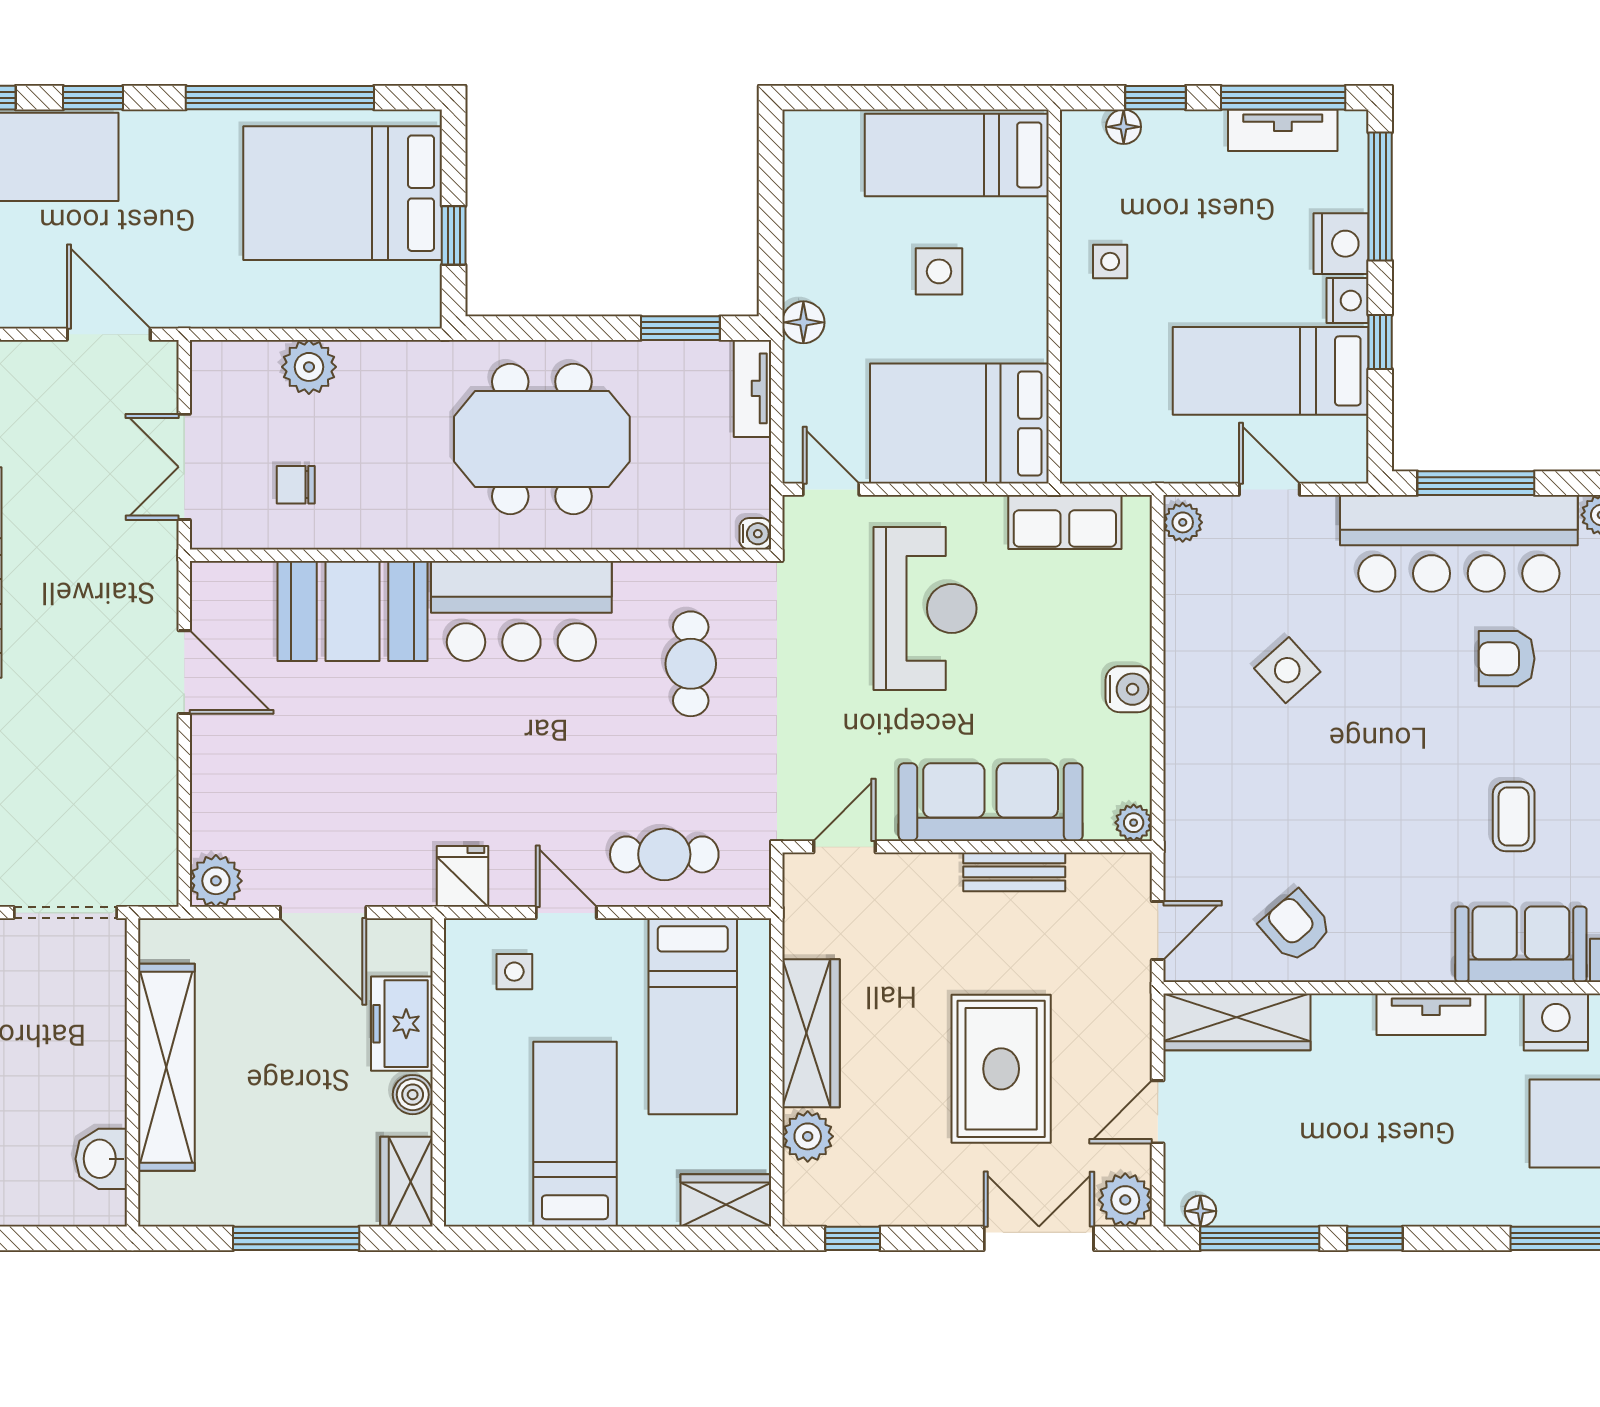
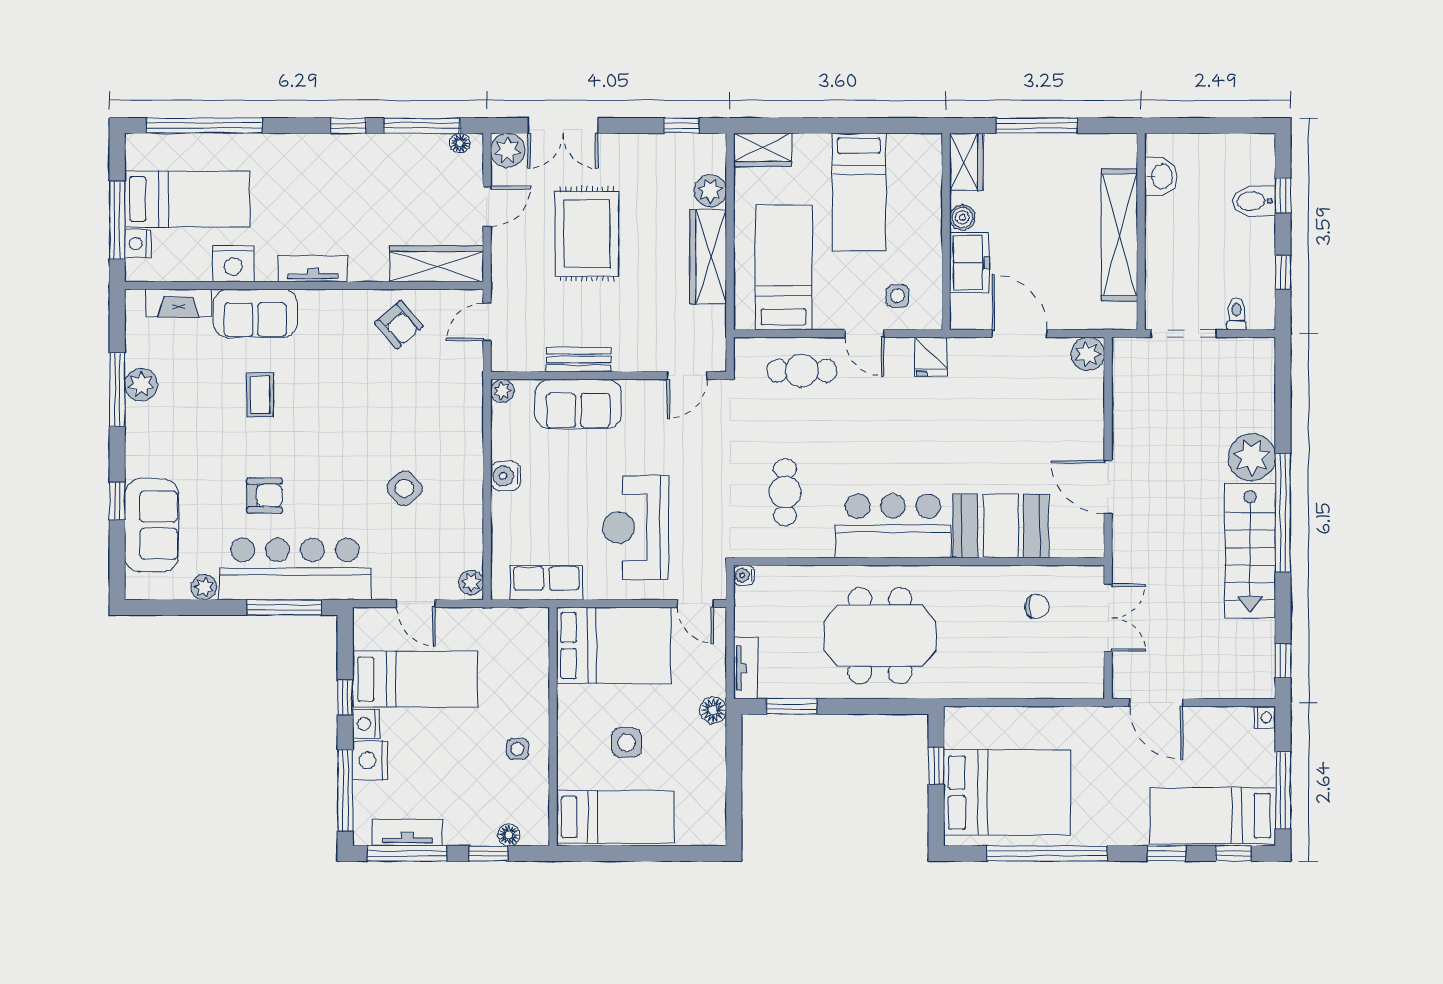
plant: (309, 367) -> (1029, 682), removed
sofa: (991, 802) -> (578, 404), width x0.73

